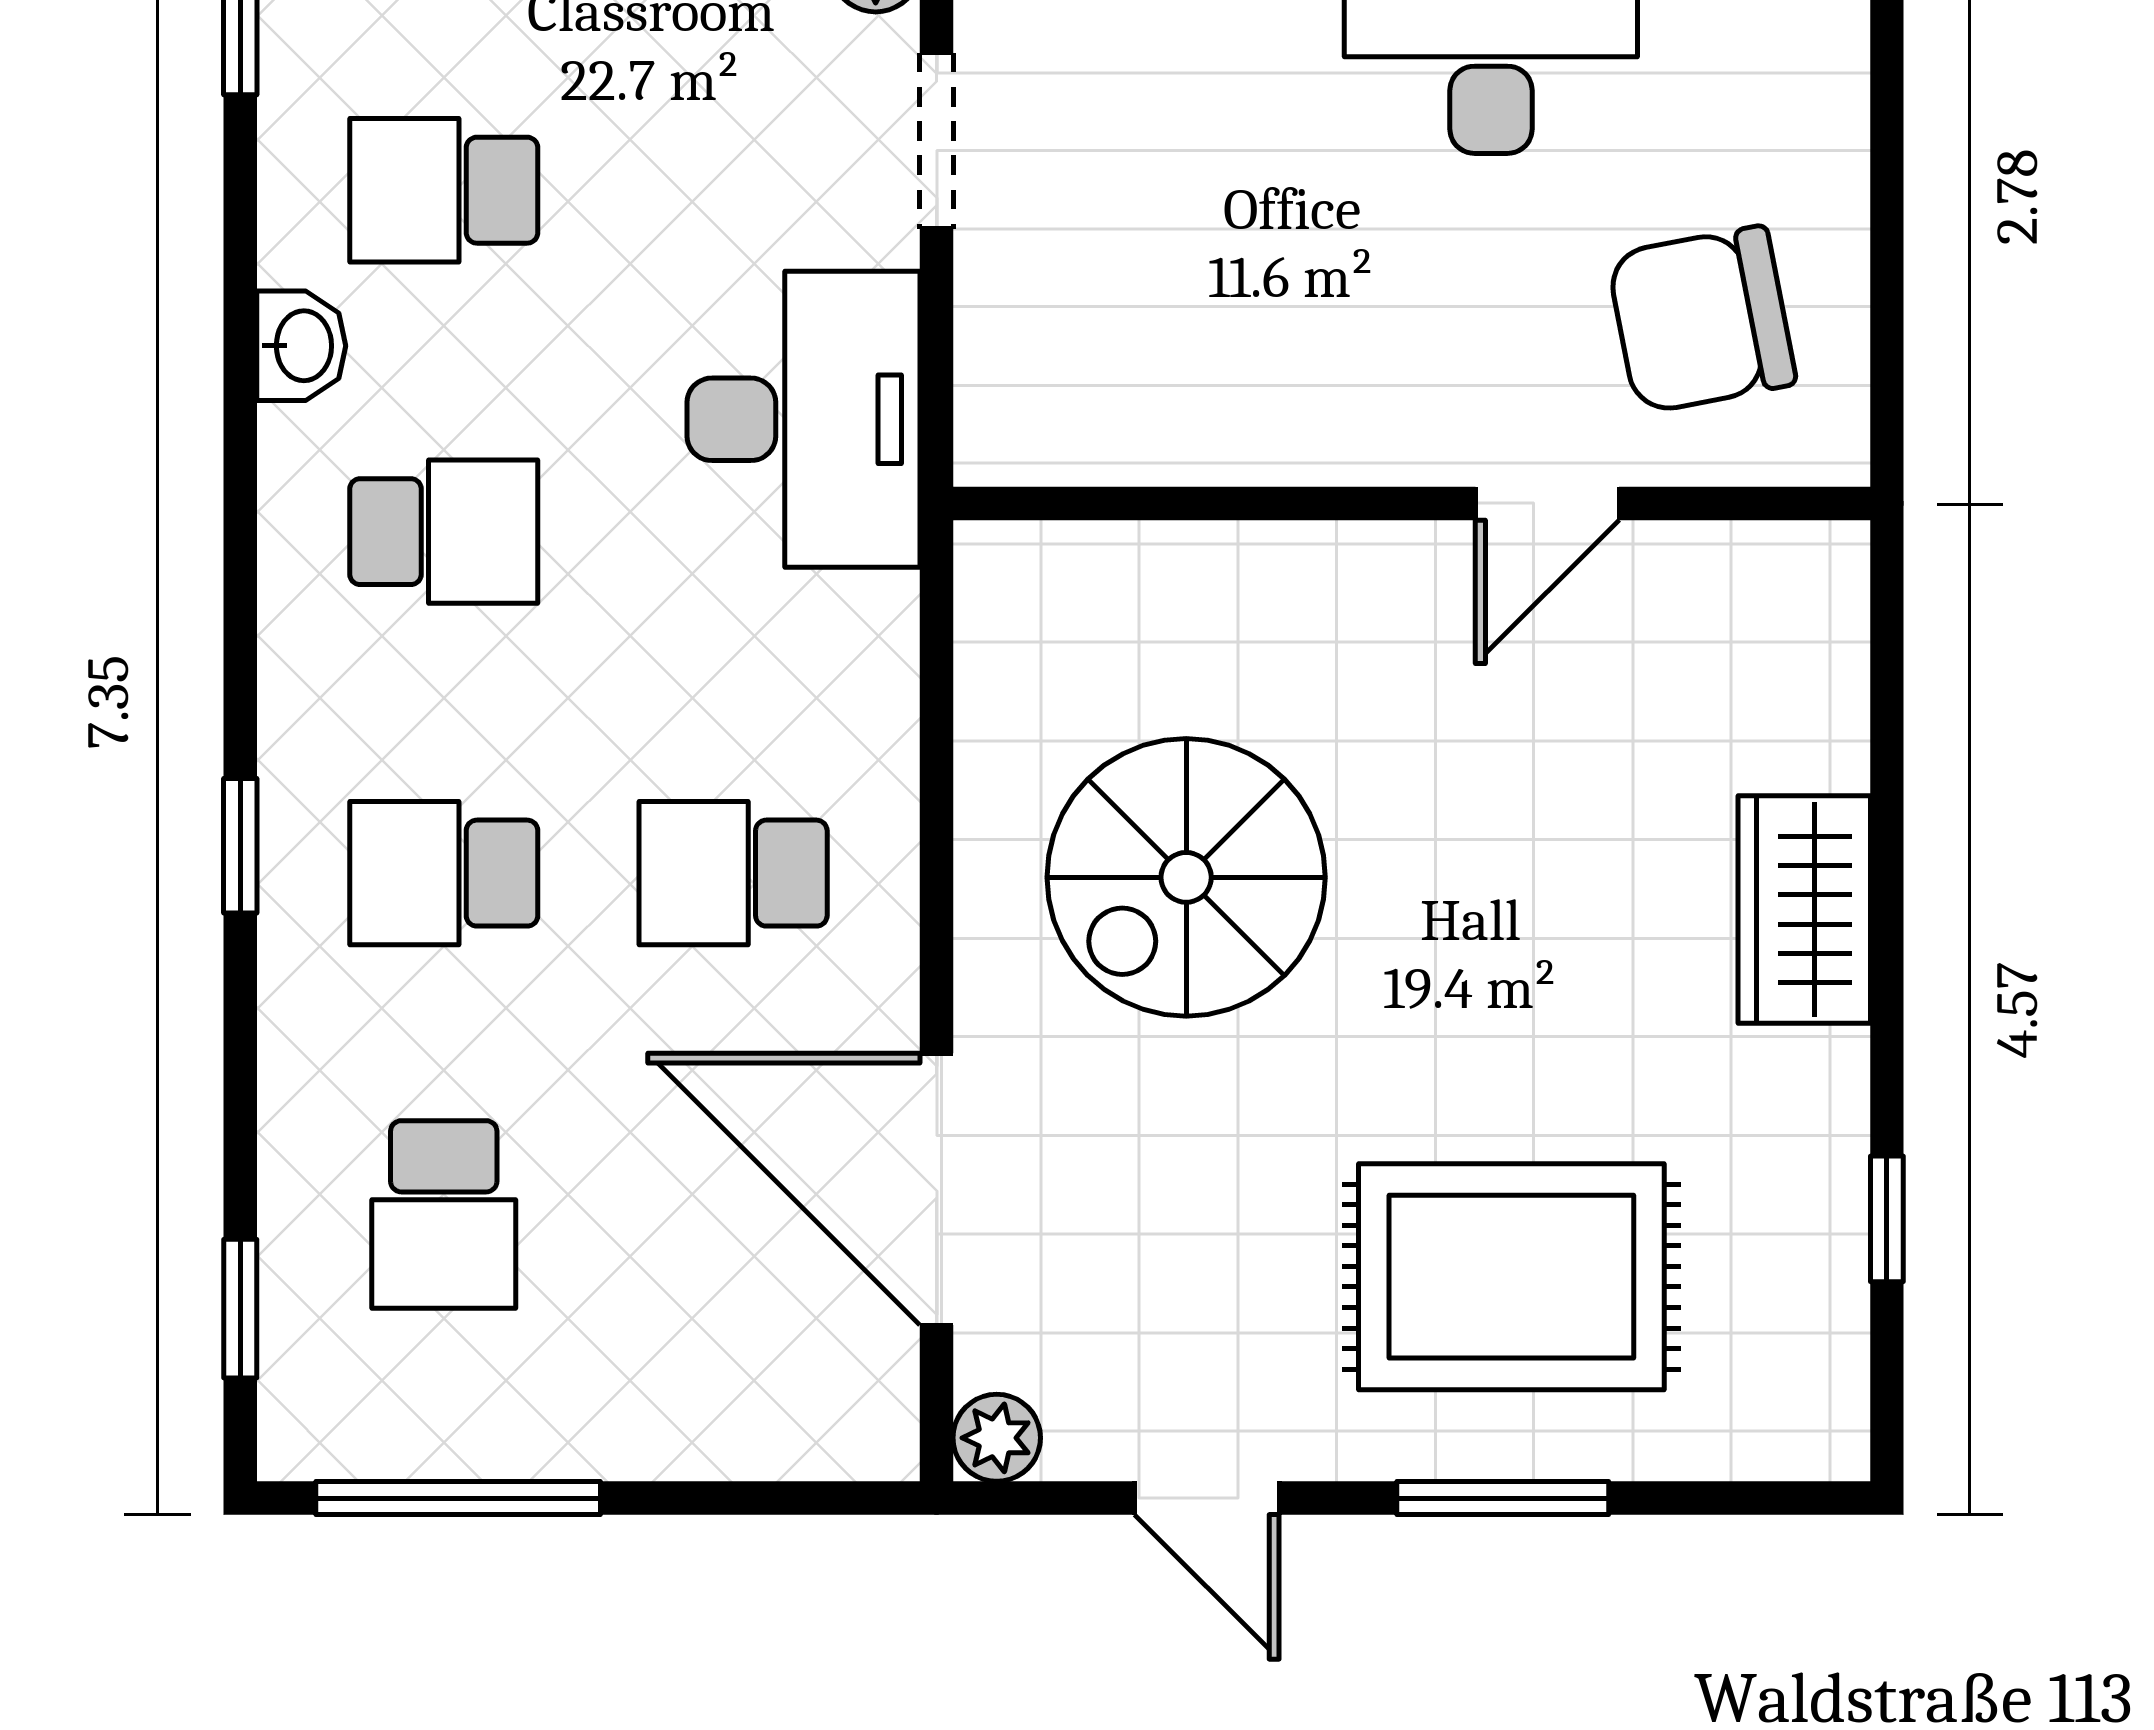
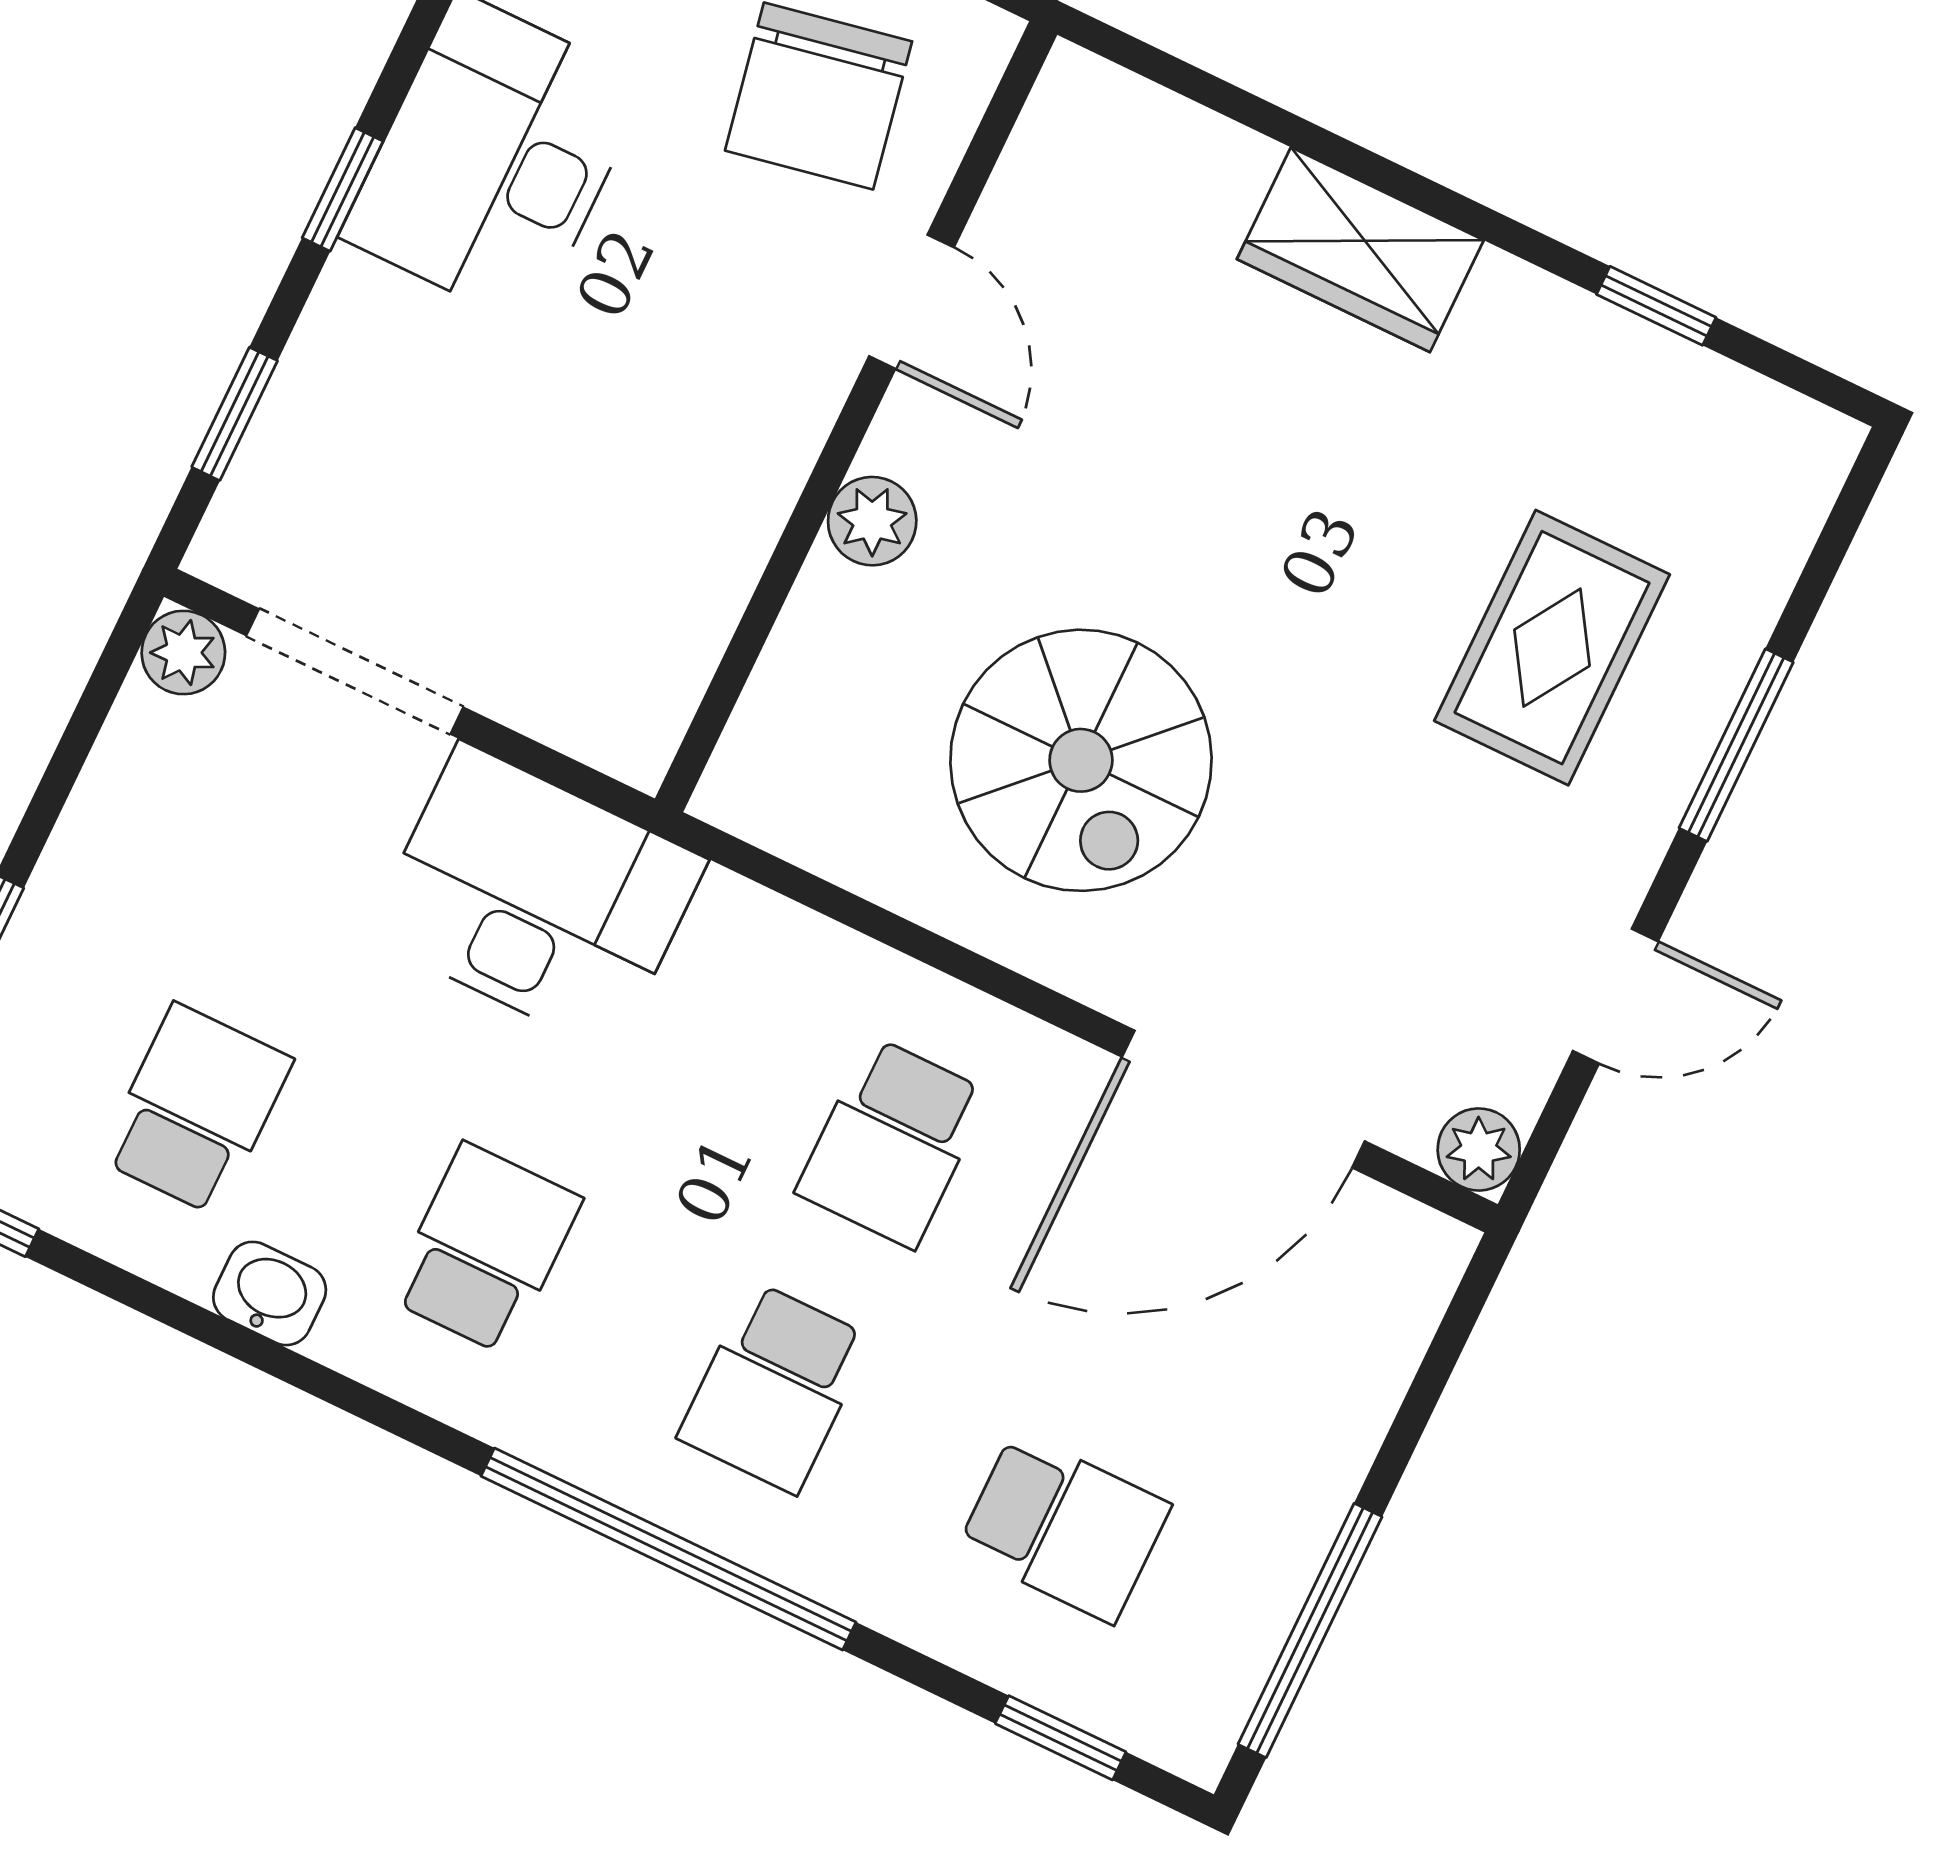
doorway: (937, 141) -> (355, 671), width x1.38
school desk: (444, 190) -> (196, 1109), turned 180
plant: (1319, 567) -> (872, 521), added
window: (240, 846) -> (668, 1549), width x3.17
rug: (1511, 1277) -> (1552, 648), width x0.73, depth x0.70

